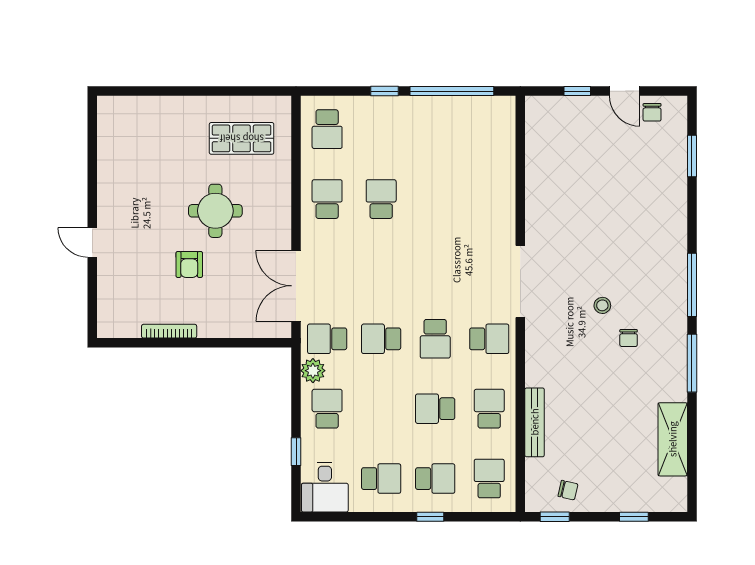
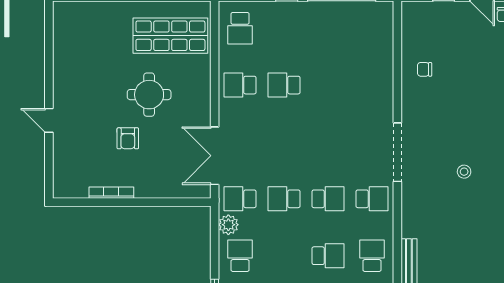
shop shelf: (242, 138) -> (170, 36), width x1.43, depth x1.36
school desk: (327, 199) -> (240, 85), turned -90
school desk: (381, 199) -> (284, 85), turned -90
chair: (629, 338) -> (425, 69), moved, turned 90
school desk: (435, 339) -> (328, 199), turned -90
school desk: (435, 409) -> (328, 256), turned 180

